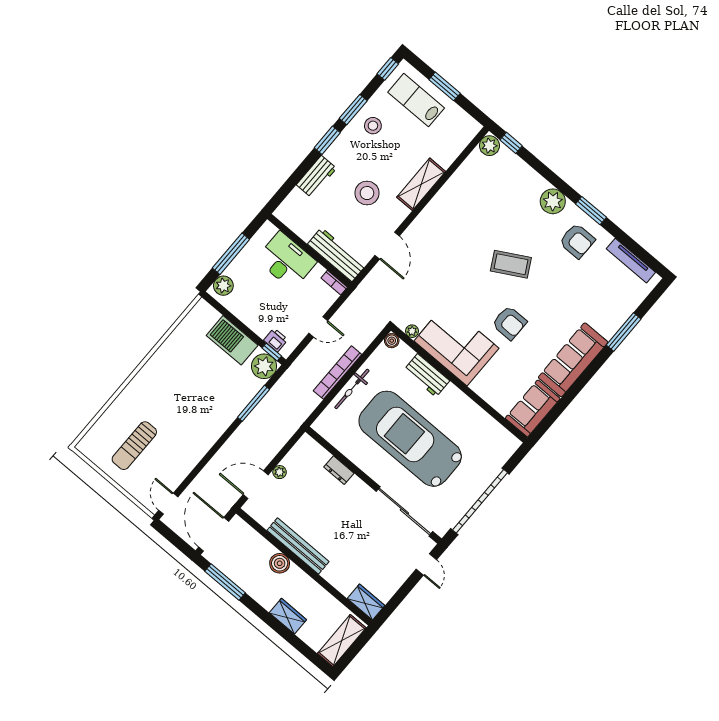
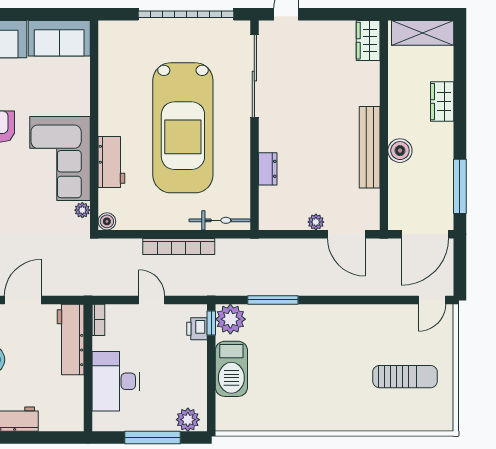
bicycle: (352, 389) -> (220, 220), moved

